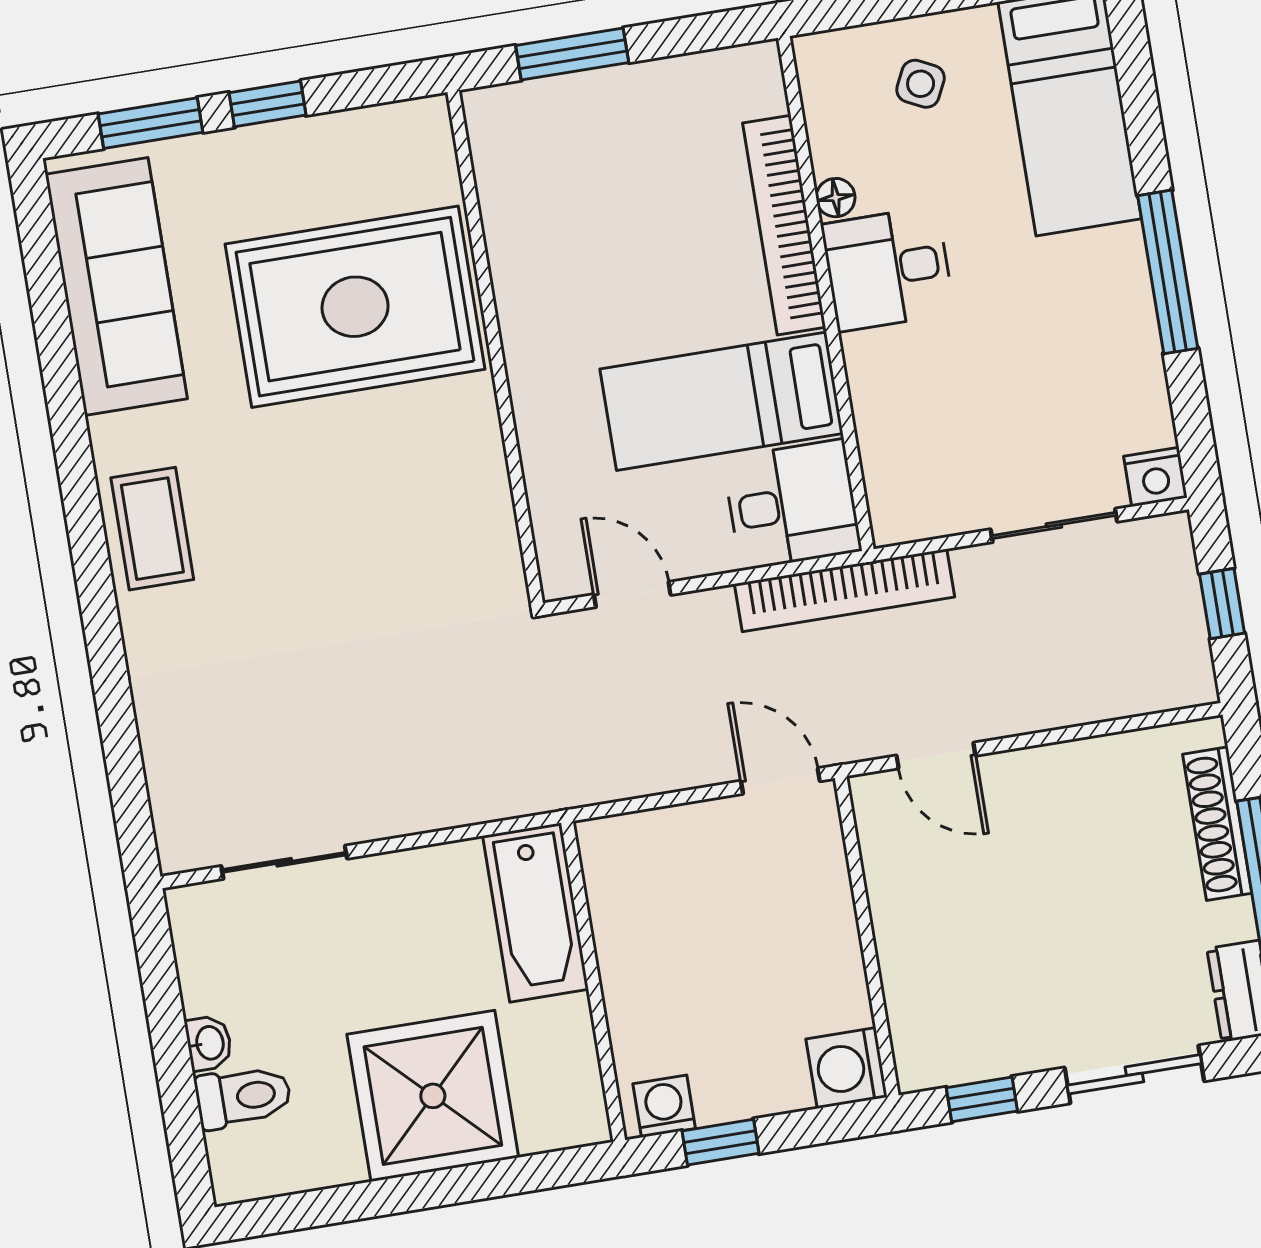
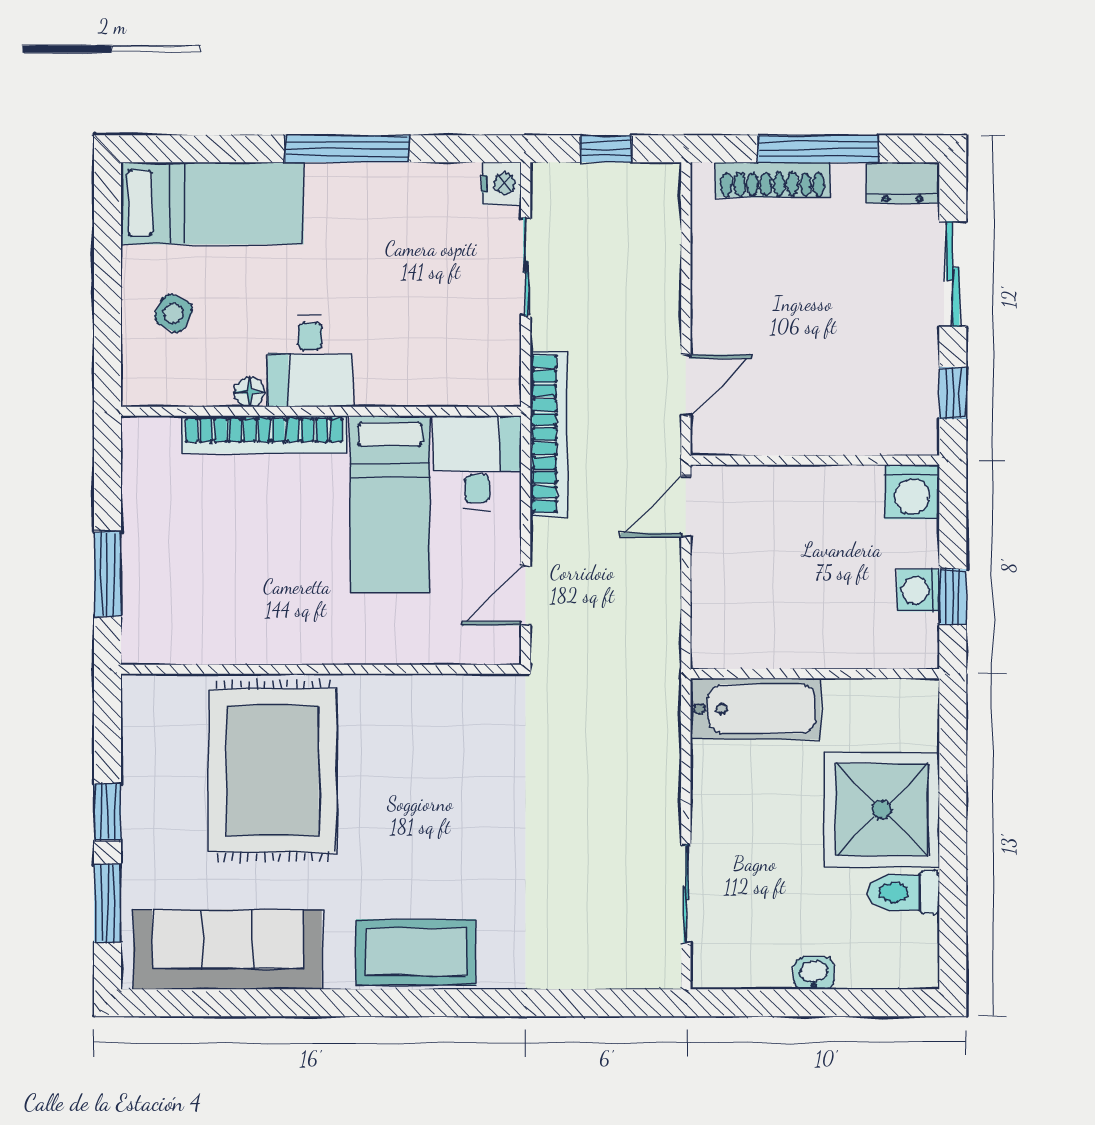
coffee table: (152, 529) -> (416, 952), width x1.36, depth x1.32
toilet: (243, 1097) -> (904, 892), moved, turned -90
washing machine: (664, 1106) -> (918, 590), moved

